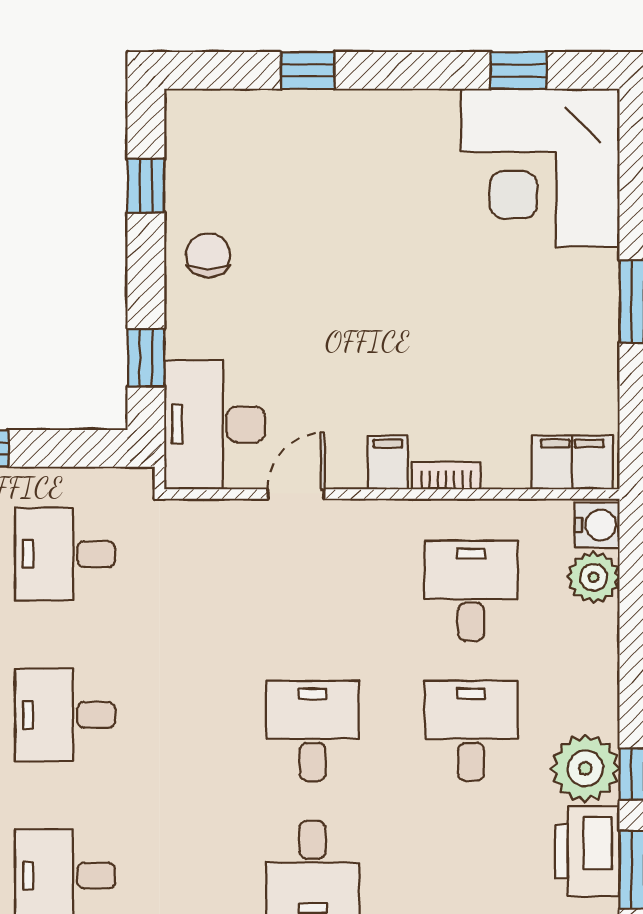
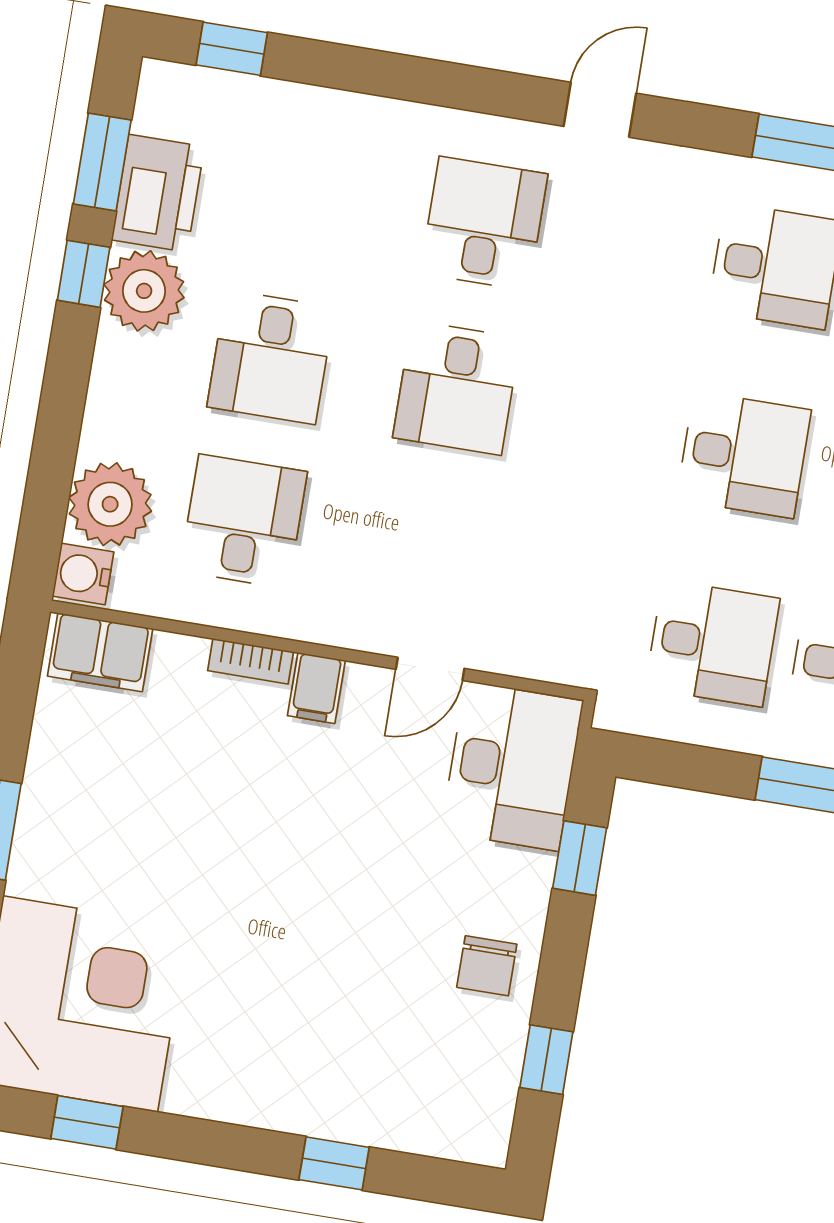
plant: (594, 577) -> (110, 504), width x1.36, depth x1.36
desk: (471, 591) -> (244, 521), turned 180

